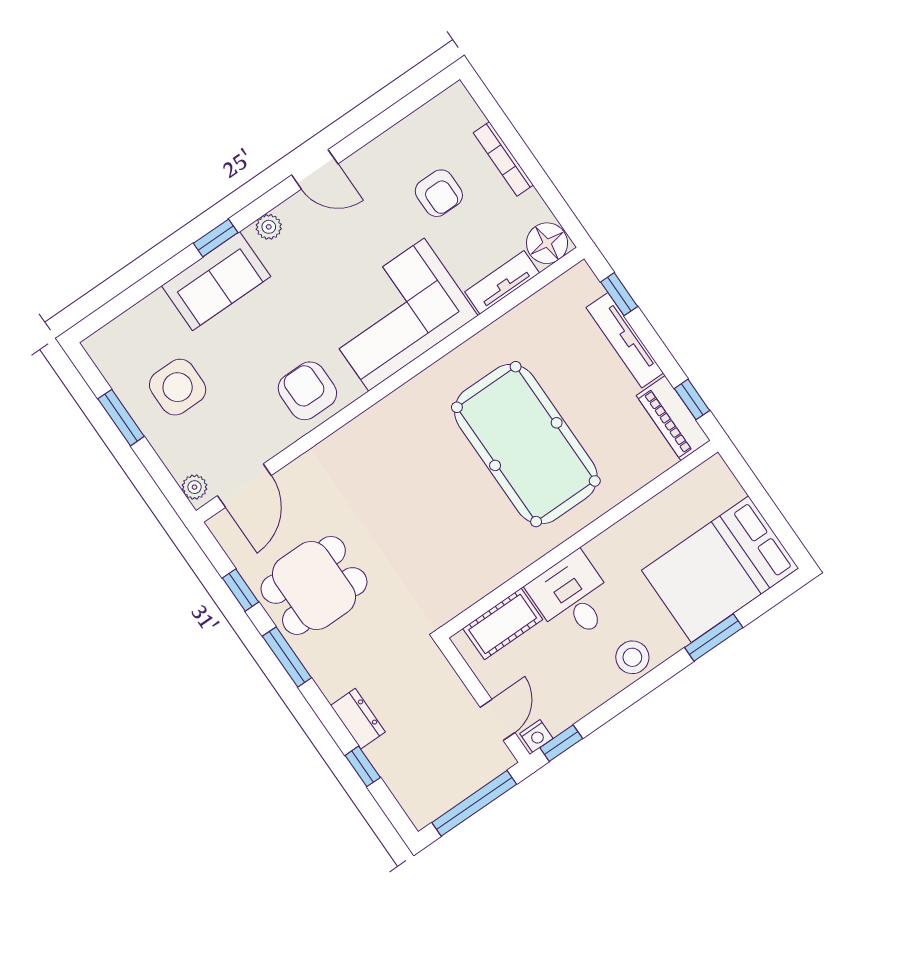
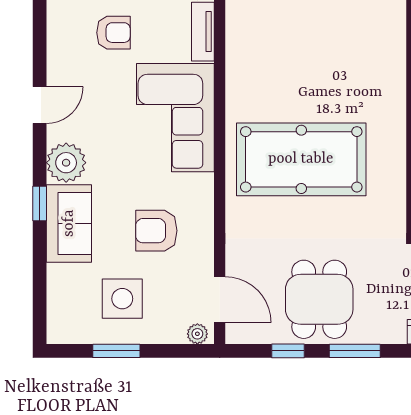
plant: (269, 227) -> (66, 163), width x1.87, depth x1.87
armchair: (307, 391) -> (156, 231), moved
pool table: (526, 444) -> (301, 159), moved

